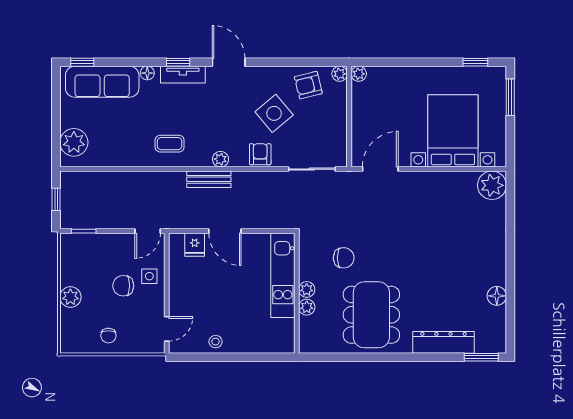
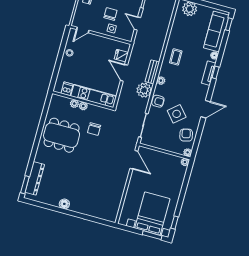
door: (229, 62) -> (206, 109), moved
bed with nightstands: (453, 131) -> (152, 213), moved, turned -90
plant: (492, 185) -> (144, 90), moved
door: (148, 231) -> (137, 24), moved
door: (225, 231) -> (124, 73), hinge flipped
floor lamp: (497, 296) -> (64, 204), moved
dishwasher: (283, 328) -> (67, 89), added
door: (167, 329) -> (83, 30), hinge flipped
dresser: (443, 342) -> (35, 178), moved

